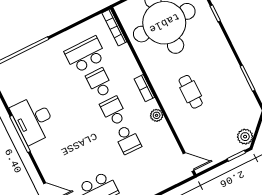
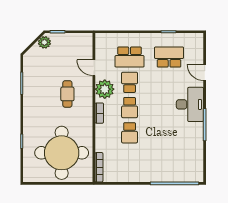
school desk: (85, 55) -> (130, 57), moved
plant: (157, 115) -> (105, 89), width x1.88, depth x1.88
desk: (33, 120) -> (190, 104), moved
door: (189, 162) -> (94, 68), moved

